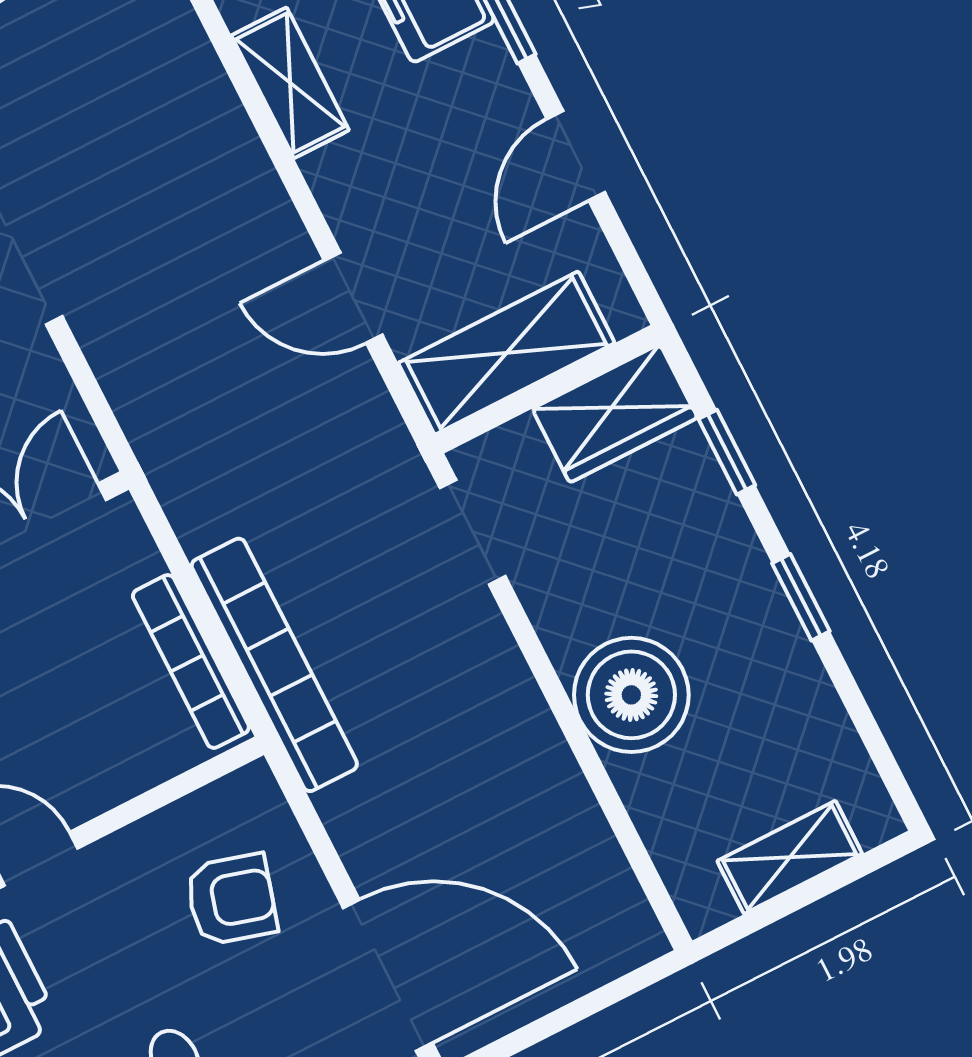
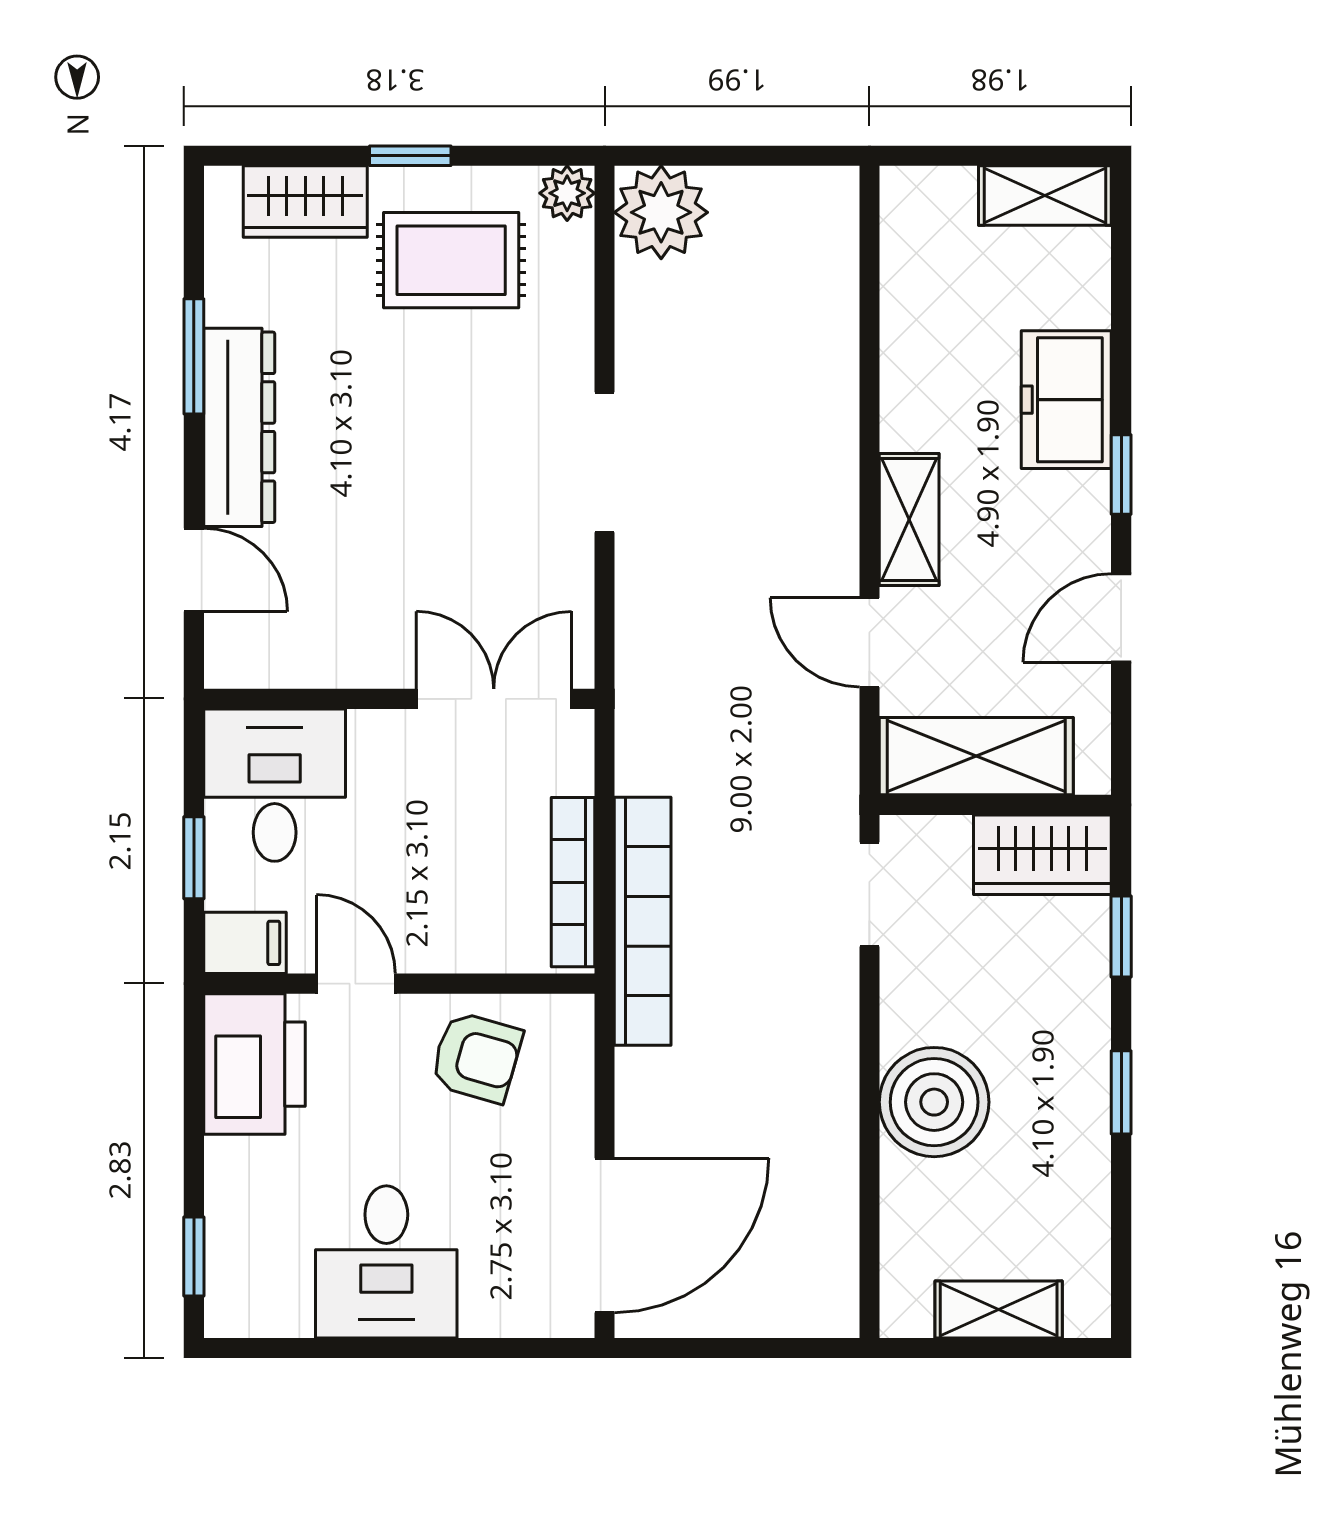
shelving: (290, 83) -> (909, 520), moved
armchair: (231, 899) -> (476, 1057), moved
door: (388, 975) -> (605, 1235), hinge flipped

